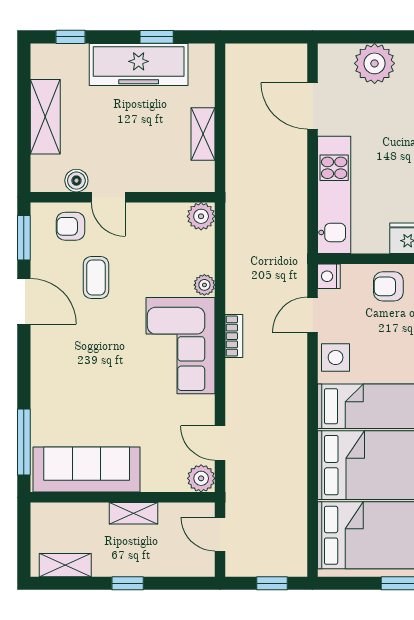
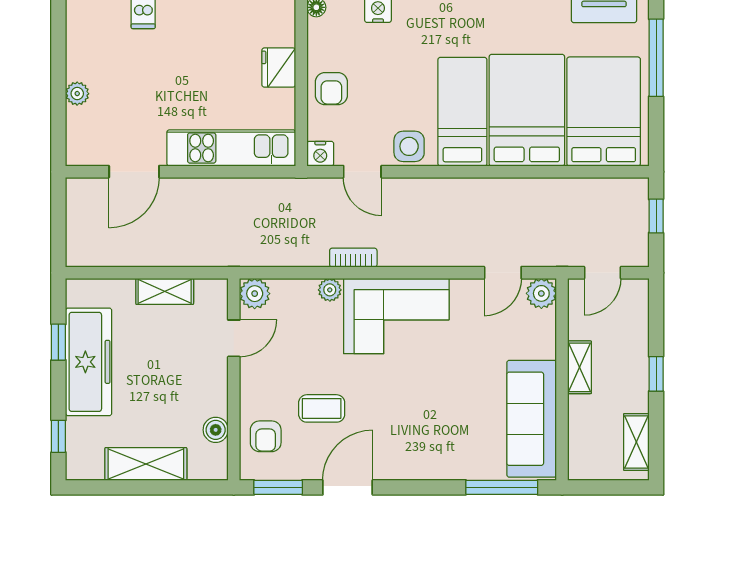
plant: (375, 63) -> (77, 94), width x0.53, depth x0.53
door: (108, 197) -> (234, 338), moved
bookcase: (234, 336) -> (353, 258), moved

